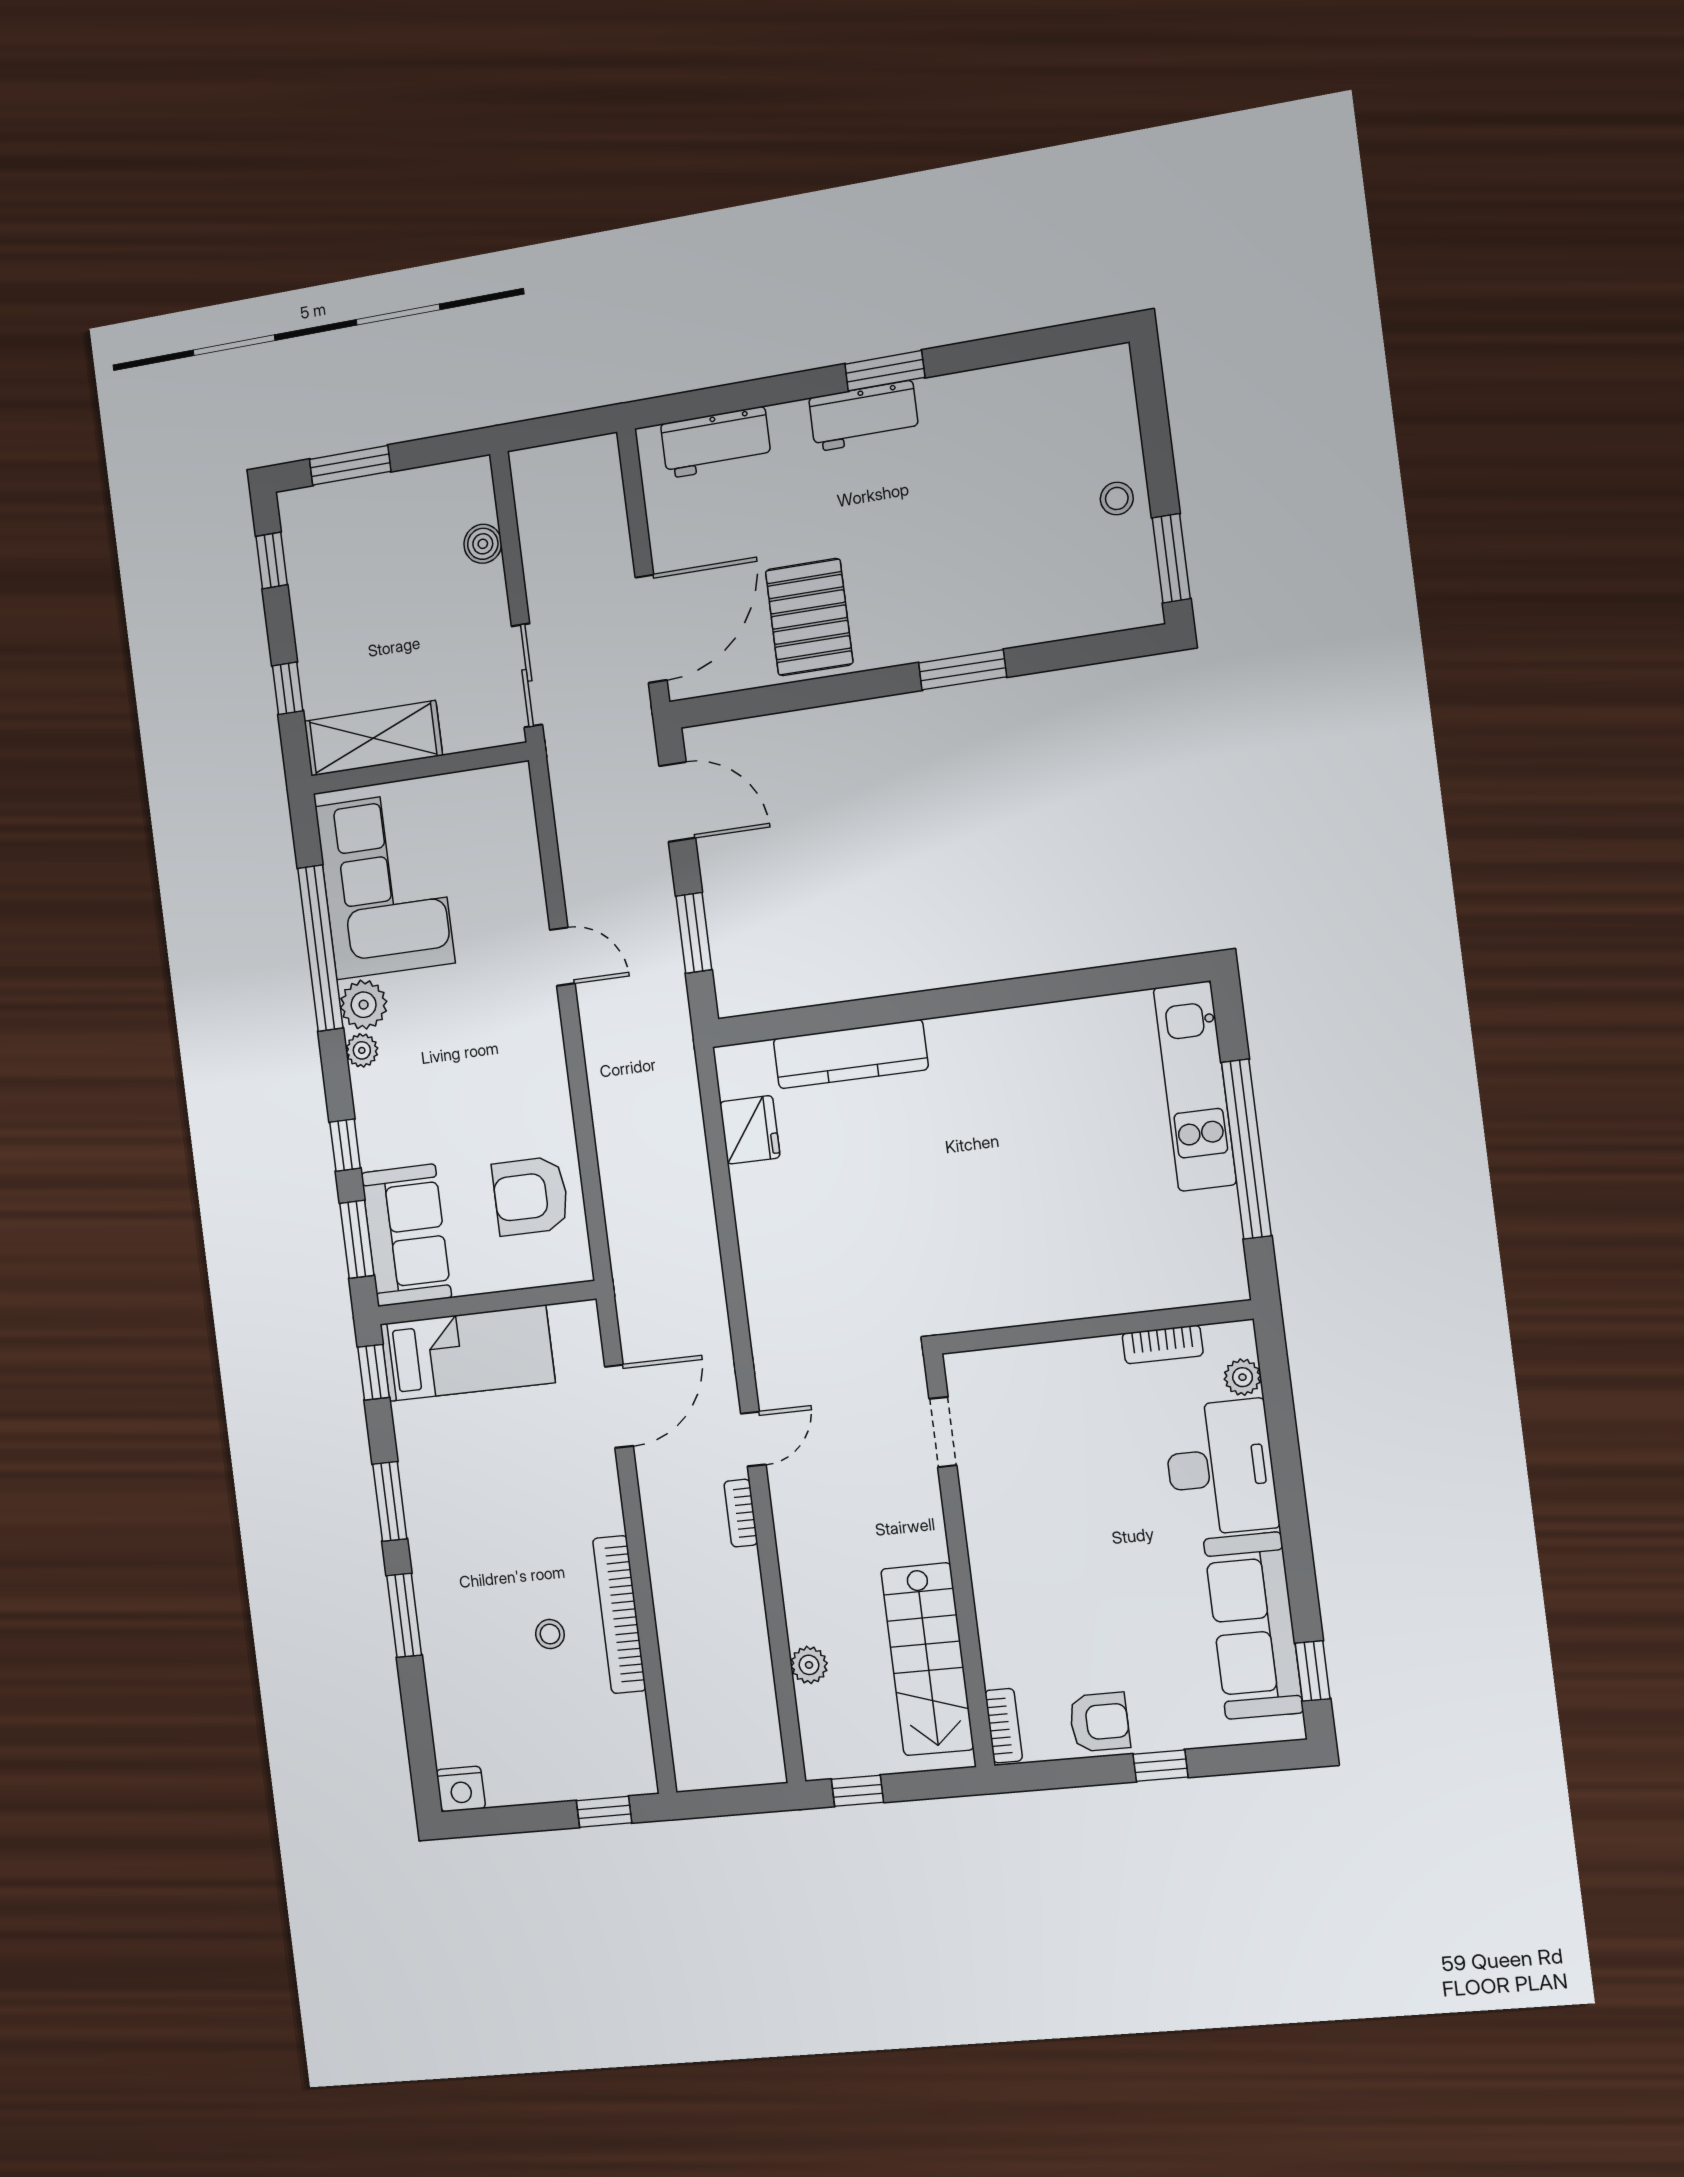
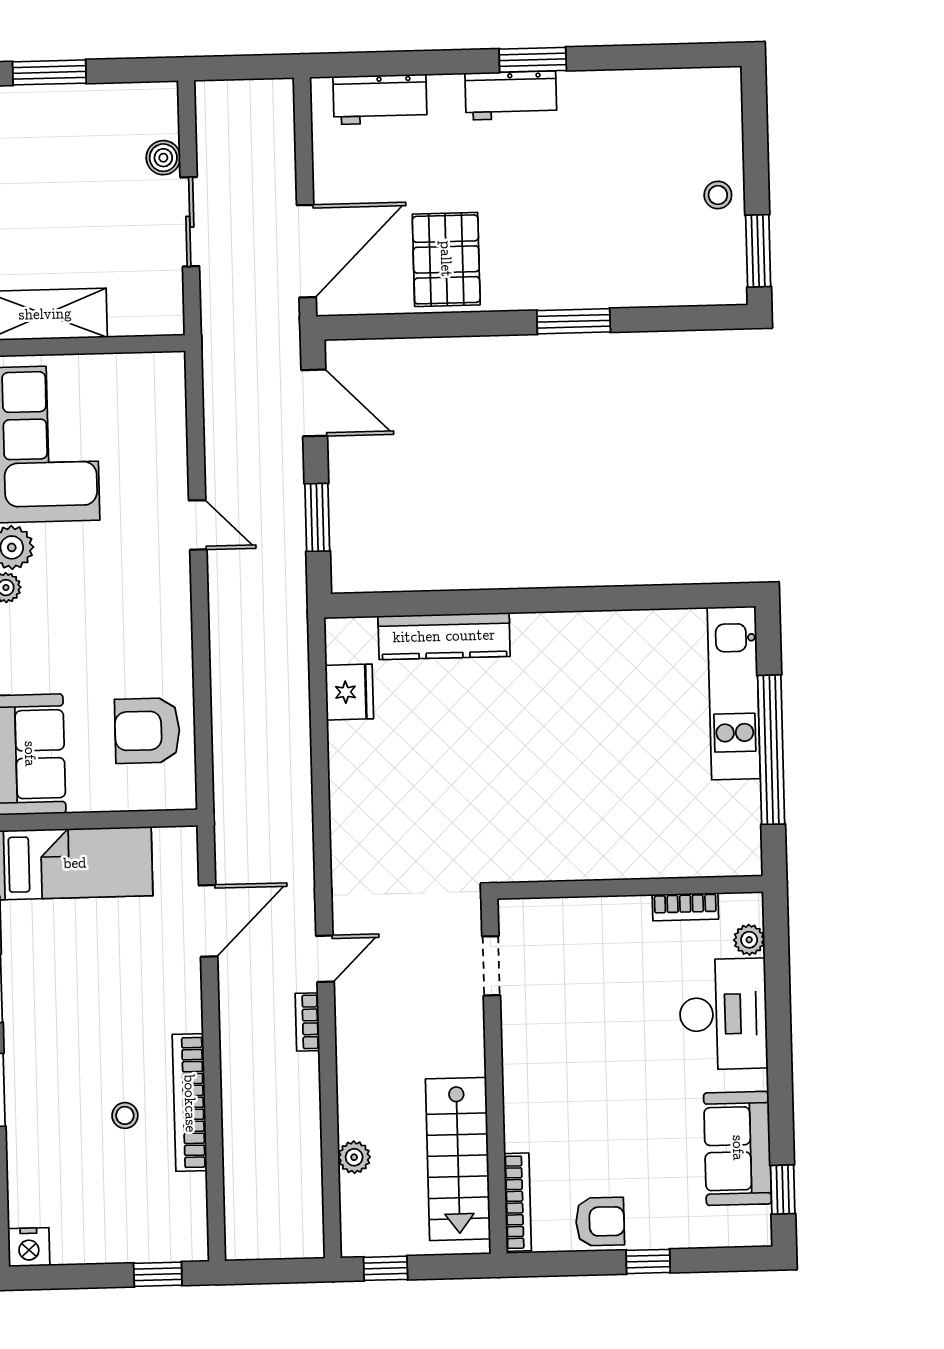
sliding door: (527, 675) -> (190, 222), moved
sofa: (1253, 1626) -> (738, 1148), width x0.73
bookcase: (1004, 1726) -> (518, 1202), width x1.56

